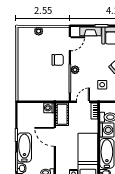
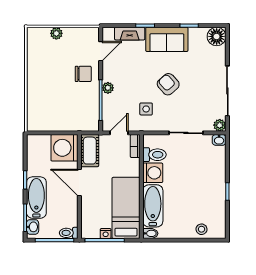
washing machine: (49, 108) -> (64, 148), width x1.89, depth x1.89

